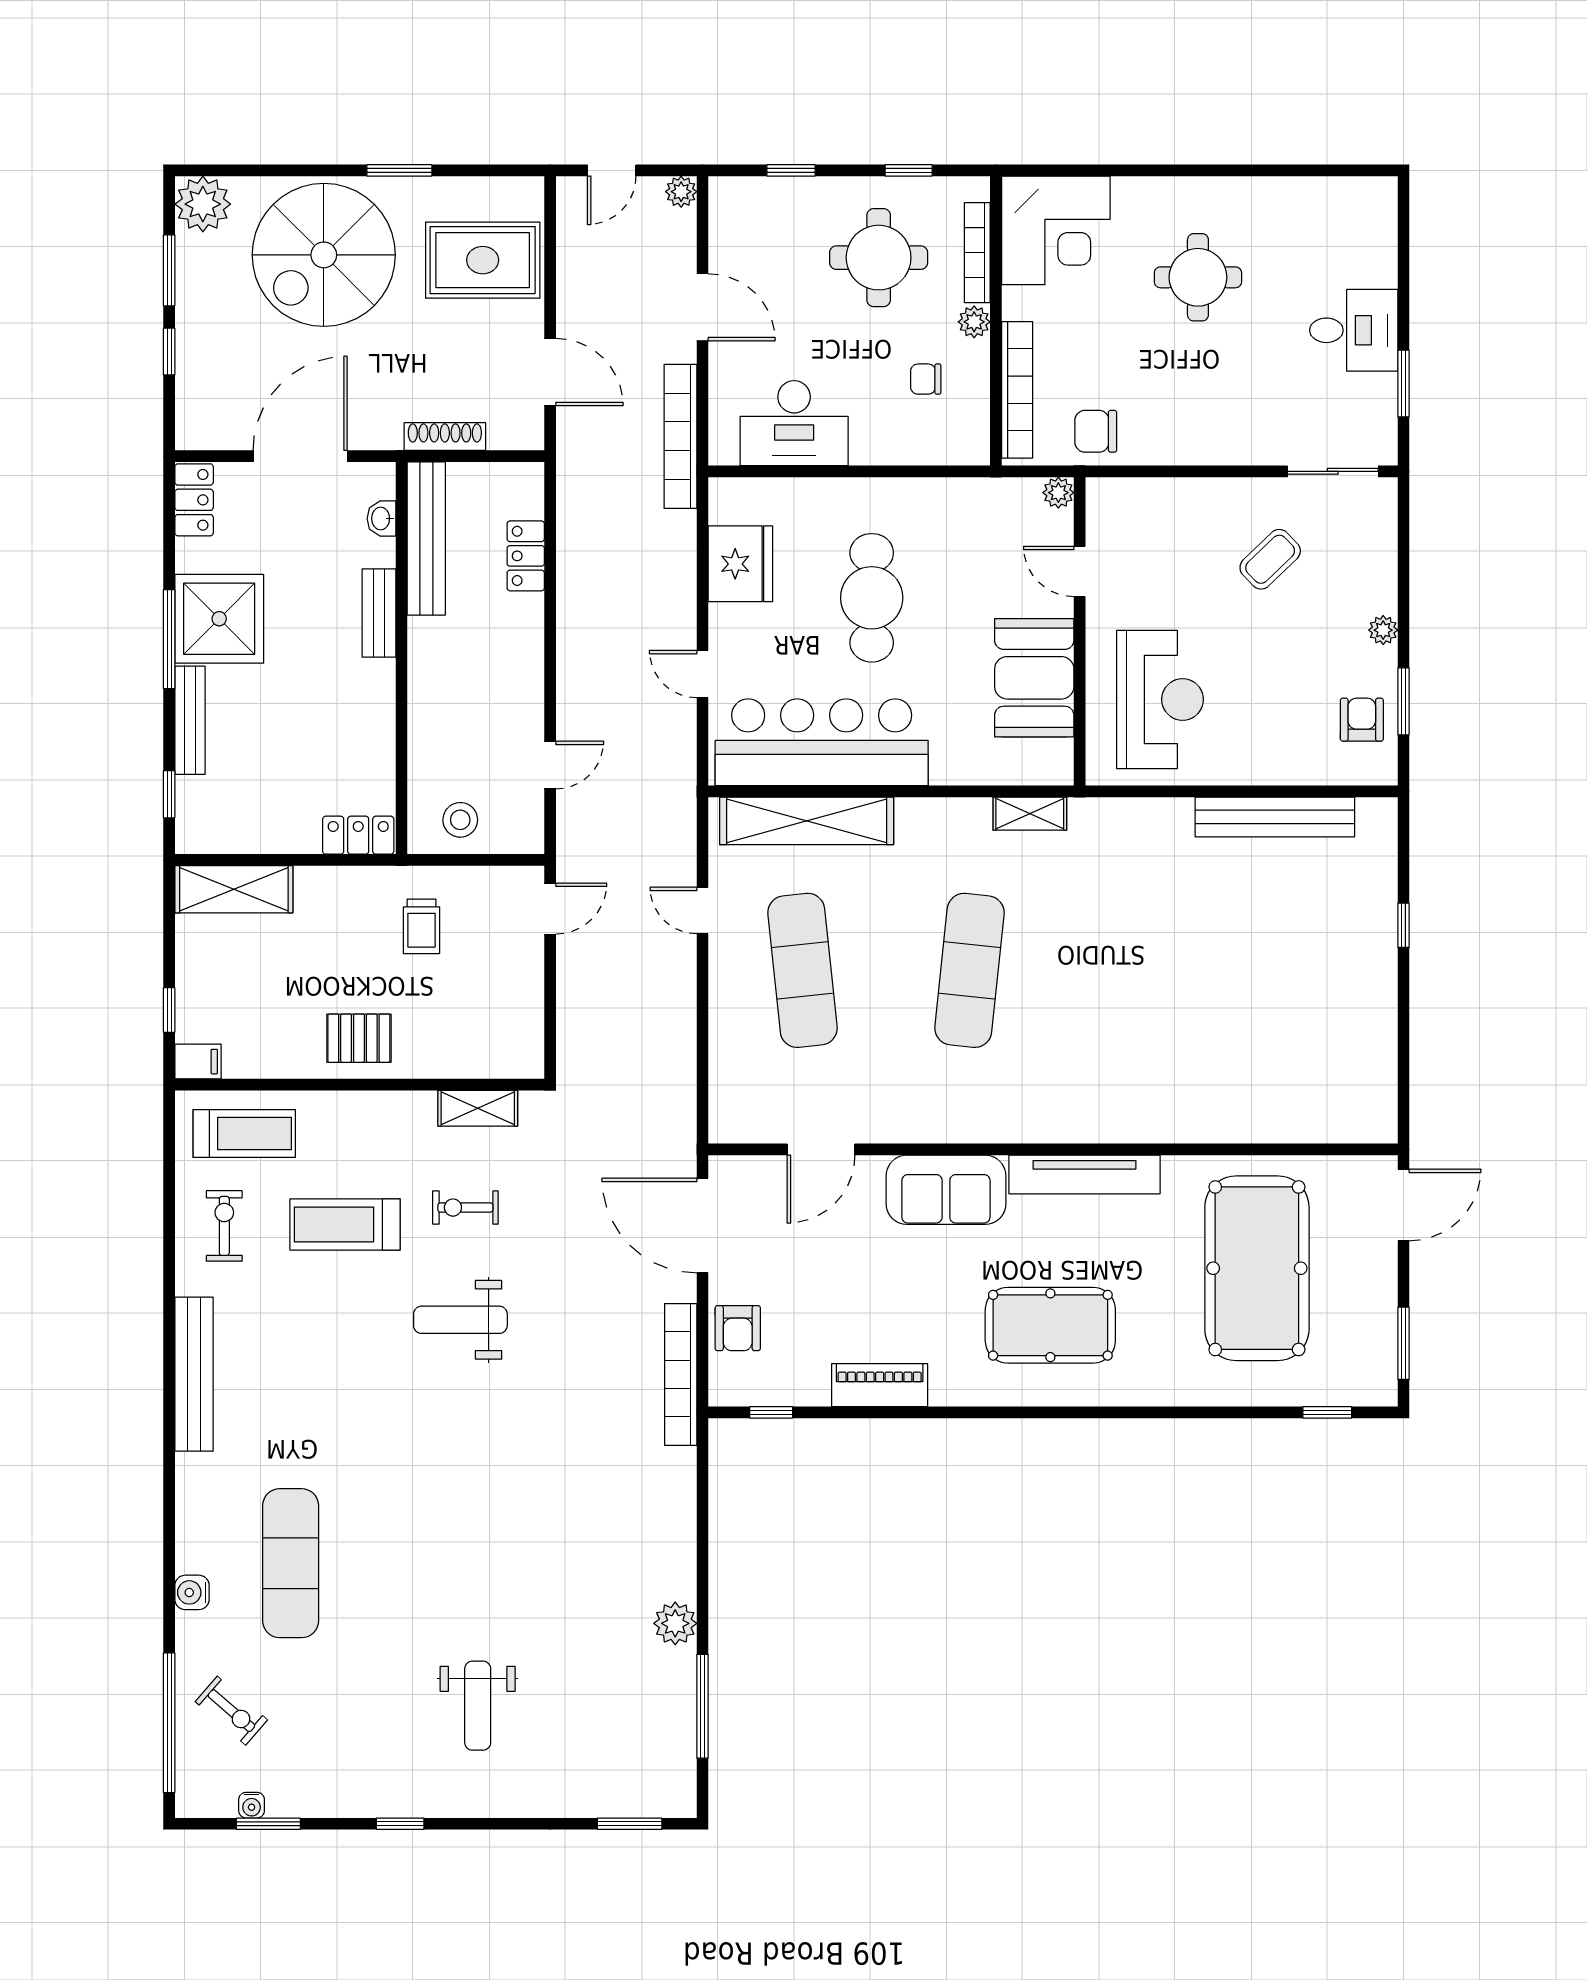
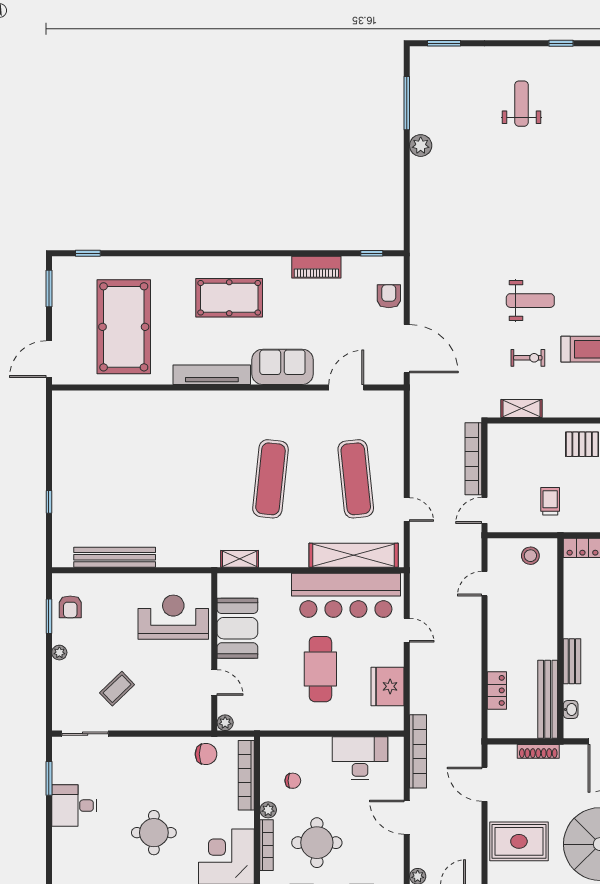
reception desk: (1160, 699) -> (173, 617), turned 90
bookcase: (681, 1374) -> (473, 459), moved, turned 180

